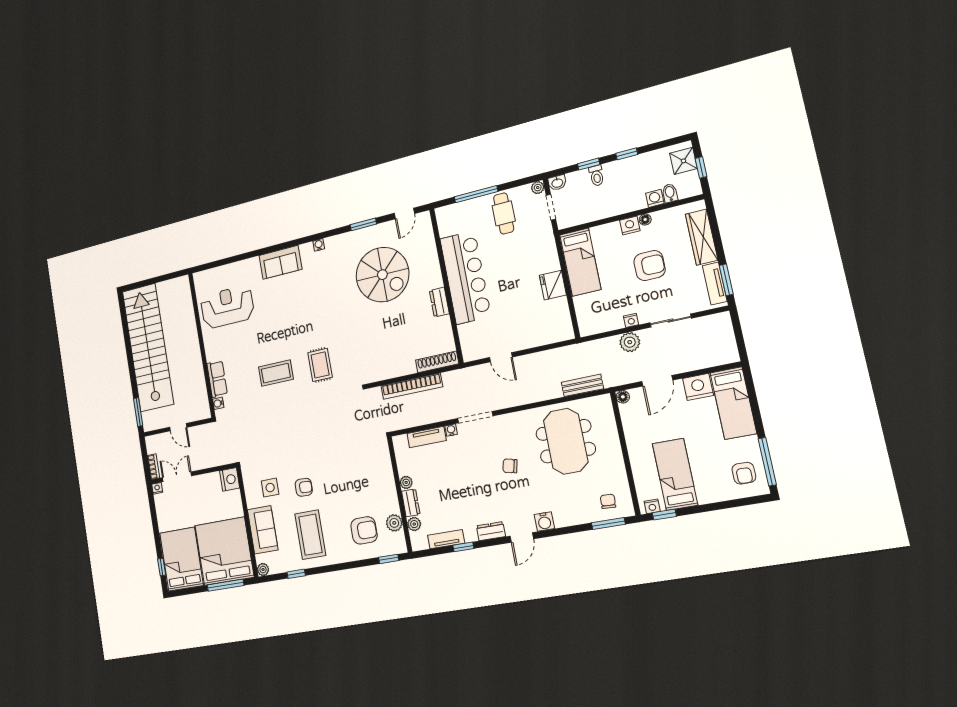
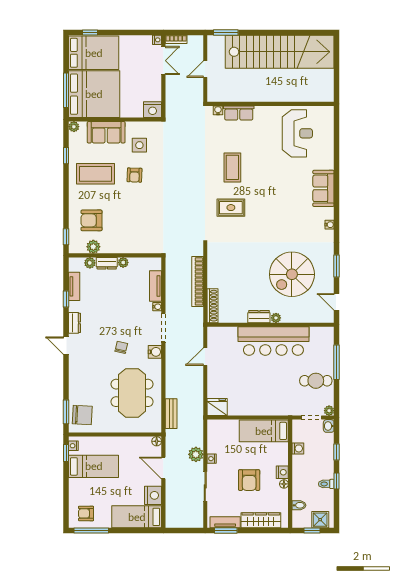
toilet: (597, 176) -> (326, 484), moved
washing machine: (655, 198) -> (298, 448), moved
plant: (437, 281) -> (276, 318), added
fridge: (553, 285) -> (217, 407), moved
meeting table: (566, 441) -> (132, 393), turned 90
chair: (608, 501) -> (82, 415), width x1.87, depth x1.87
water cooler: (544, 522) -> (155, 352), moved, turned 180
armchair: (364, 530) -> (92, 220), turned 90

